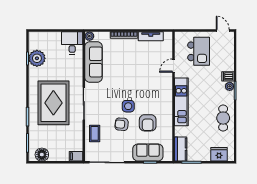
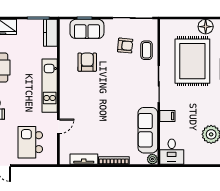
rug: (53, 103) -> (192, 61), moved
side table: (128, 106) -> (109, 81), removed
armchair: (122, 124) -> (125, 46), moved
filing cabinet: (76, 156) -> (167, 116), moved

